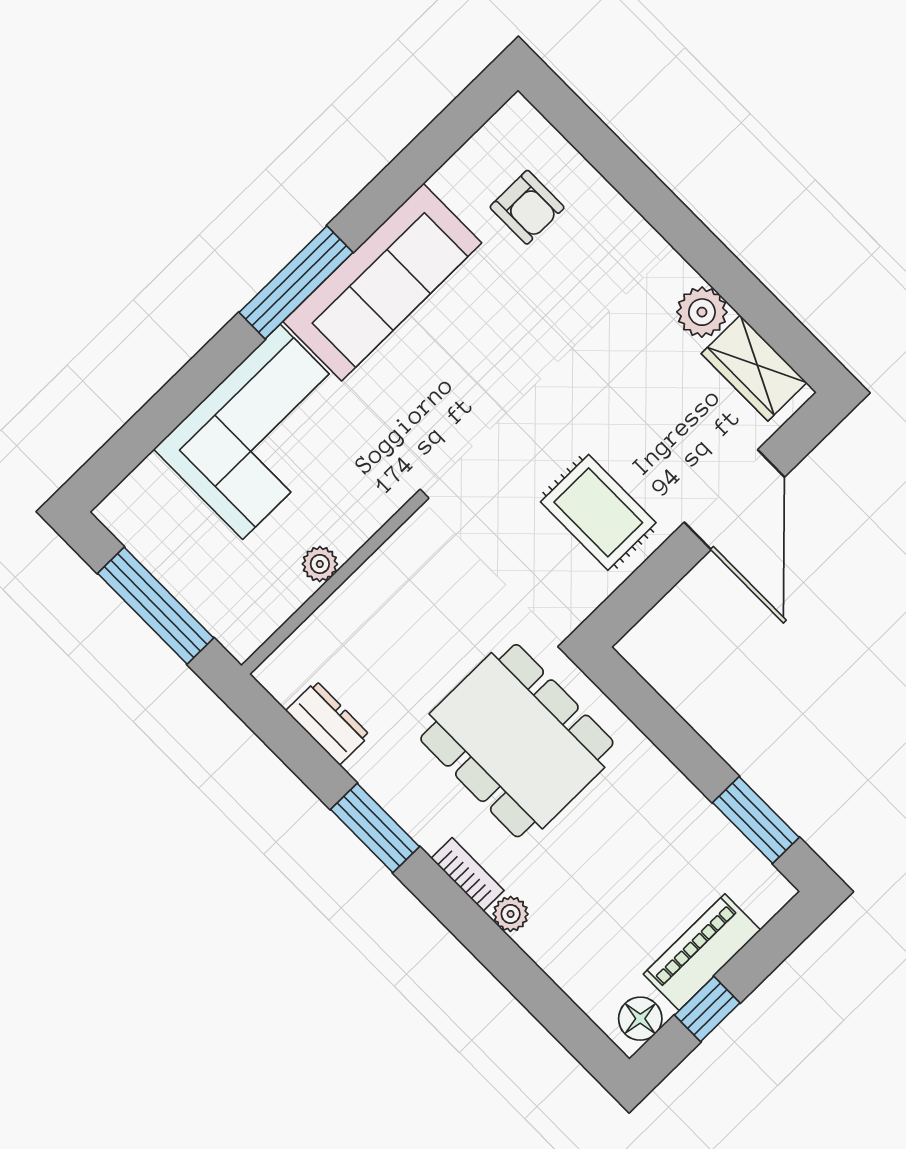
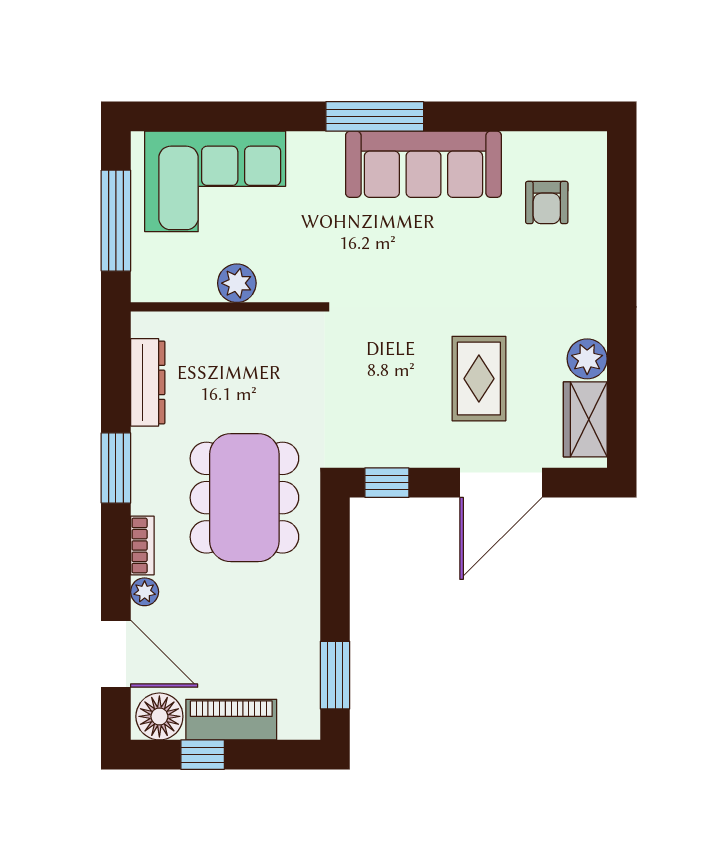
corner sofa: (261, 432) -> (215, 181), moved
rug: (598, 512) -> (479, 379), moved
plant: (320, 564) -> (237, 283), width x1.38, depth x1.38
window: (632, 601) -> (387, 483), added
dresser: (328, 723) -> (148, 382), width x1.44
door: (540, 995) -> (116, 654), added
floor lamp: (640, 1019) -> (159, 716), width x1.38, depth x1.38

